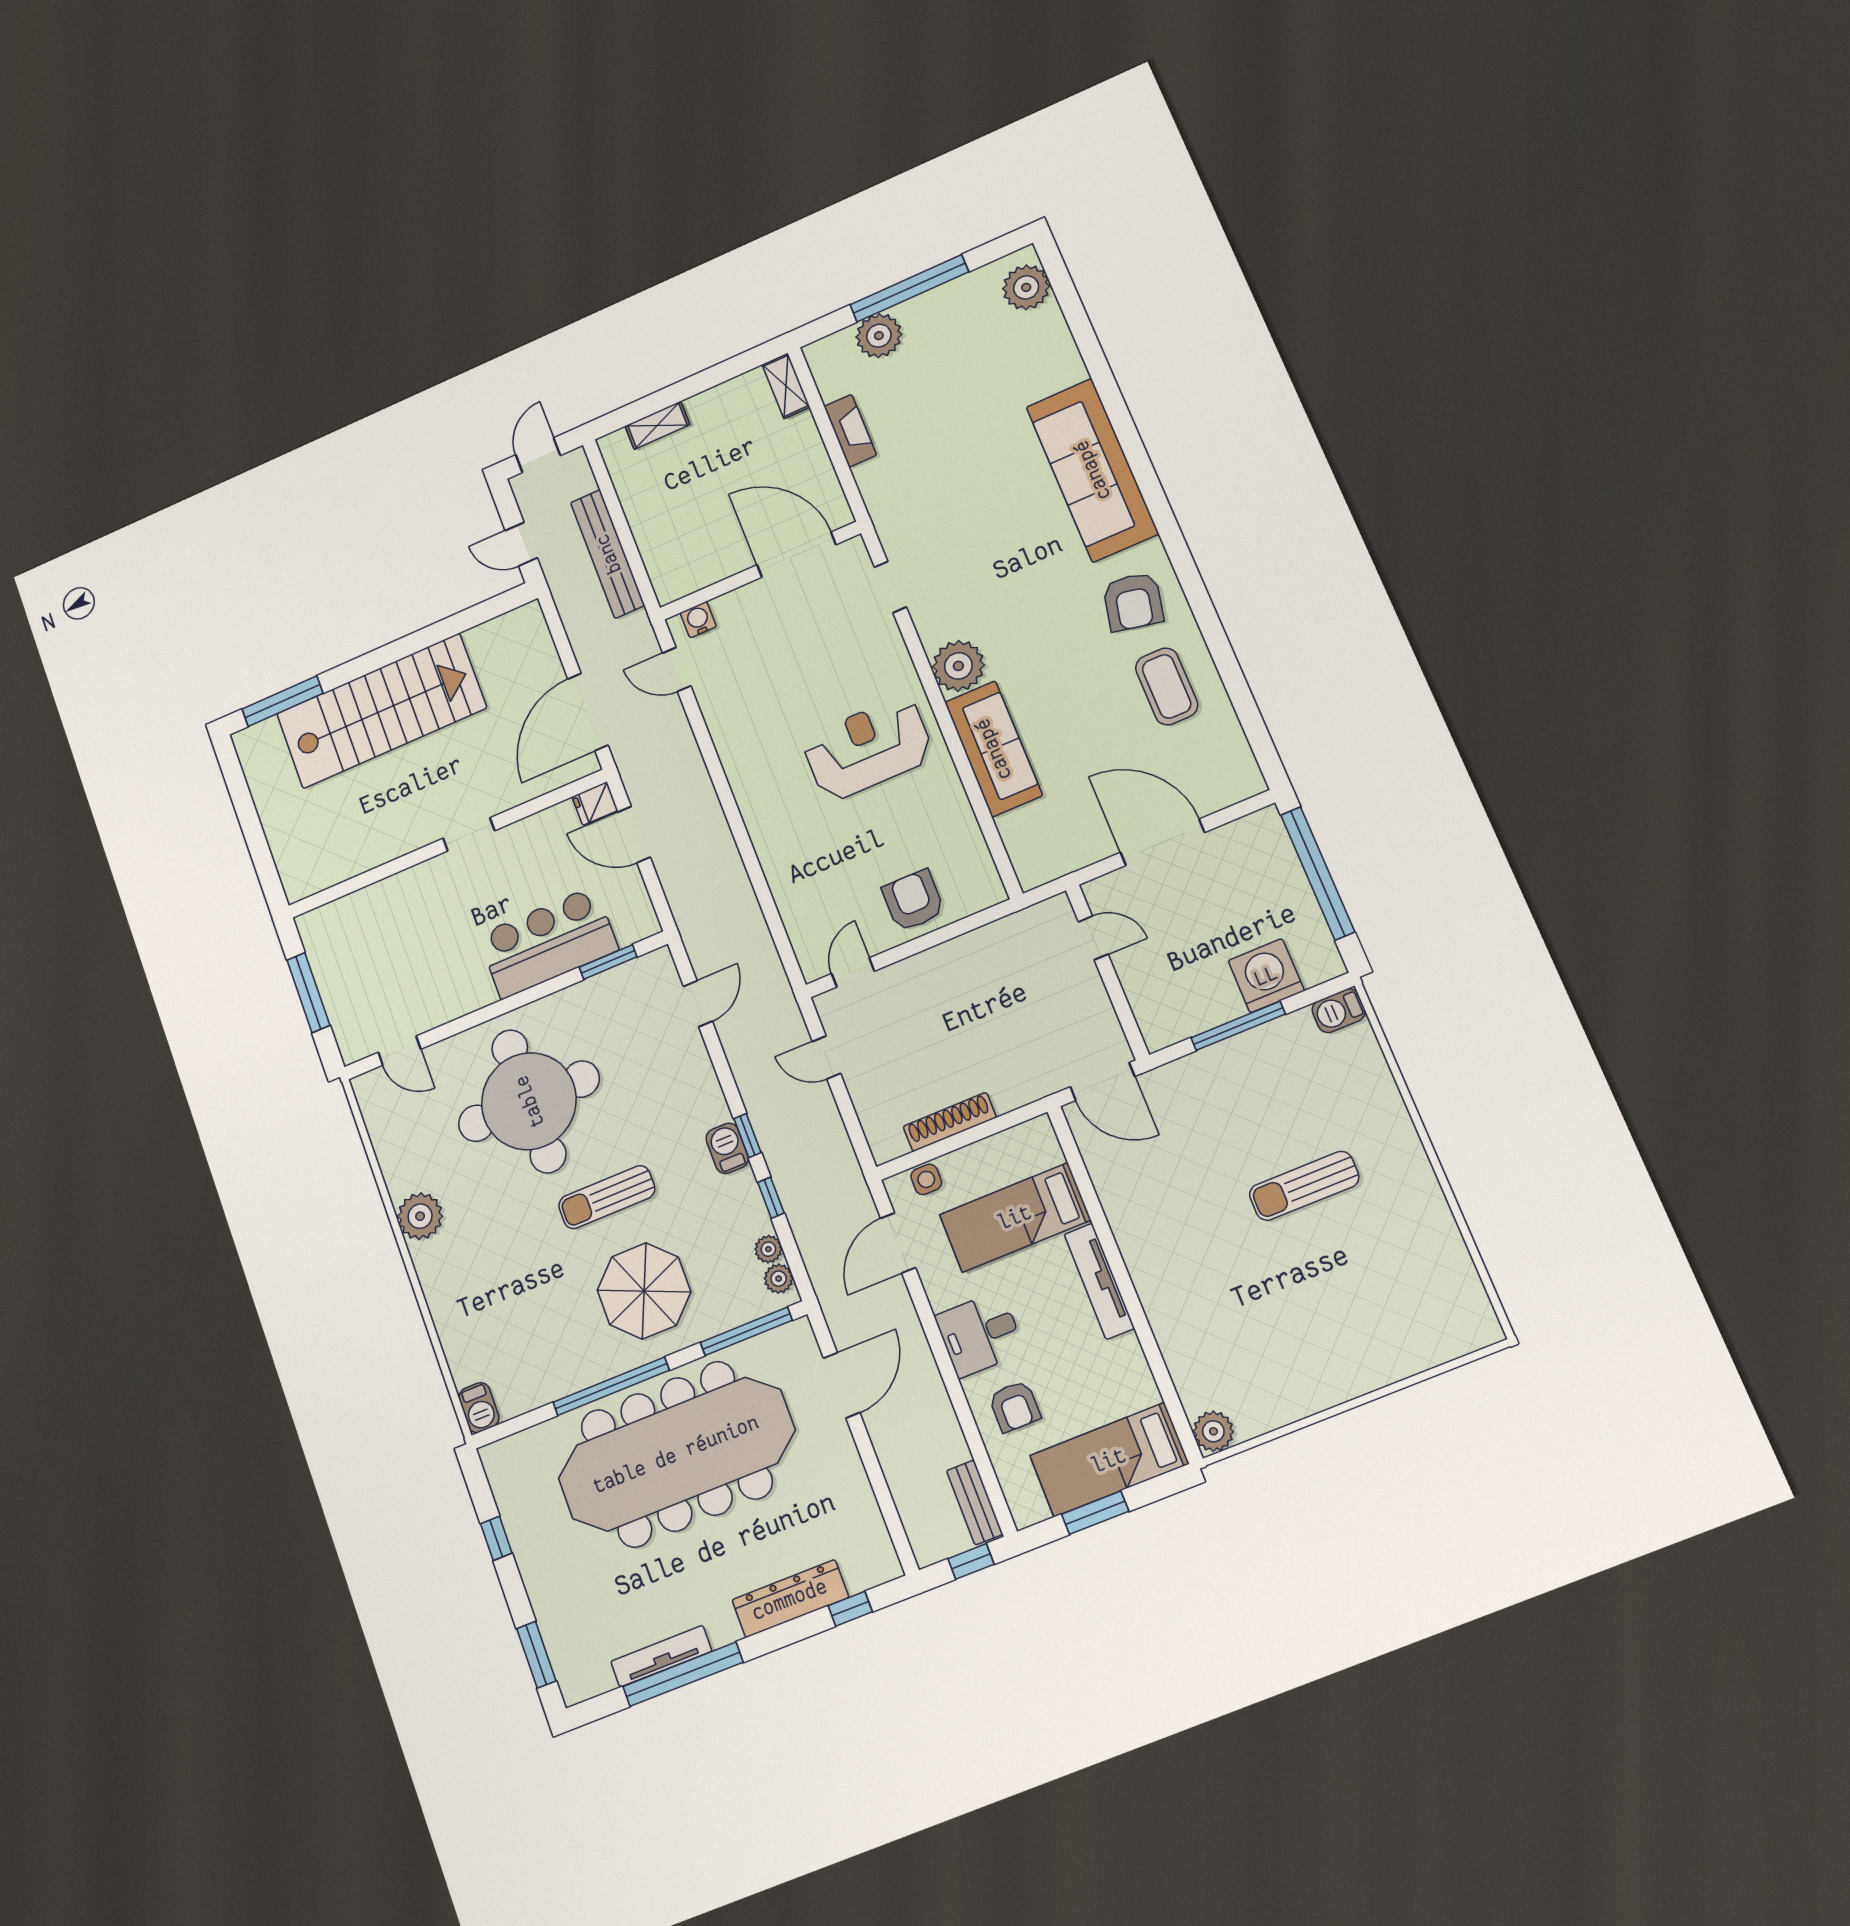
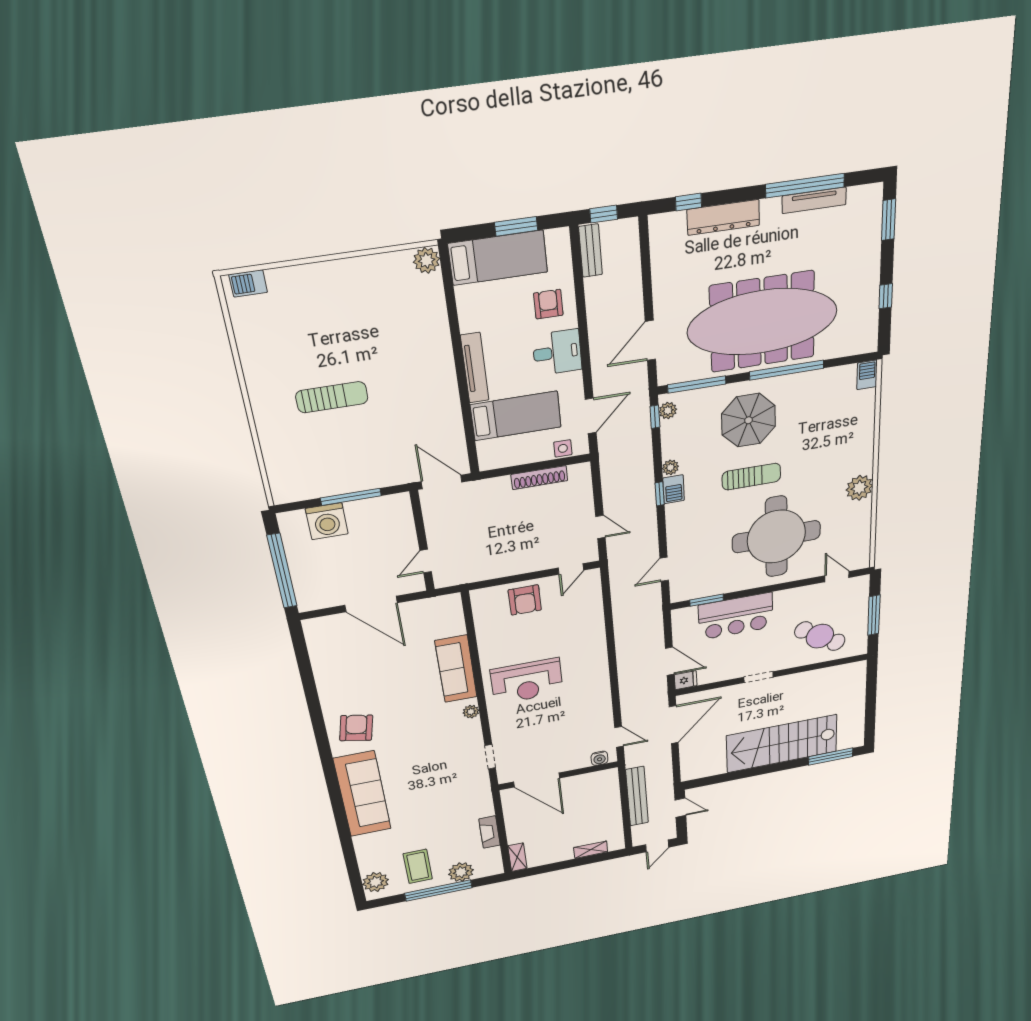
plant: (958, 666) -> (471, 712), width x0.53, depth x0.53
coffee table: (1167, 686) -> (418, 866), moved
cafe table: (389, 934) -> (820, 636), added
door: (1093, 938) -> (426, 561), hinge flipped
barbecue: (1339, 1011) -> (248, 283), moved, turned 180
window: (771, 1198) -> (655, 417), moved
plant: (768, 1249) -> (670, 467), moved

